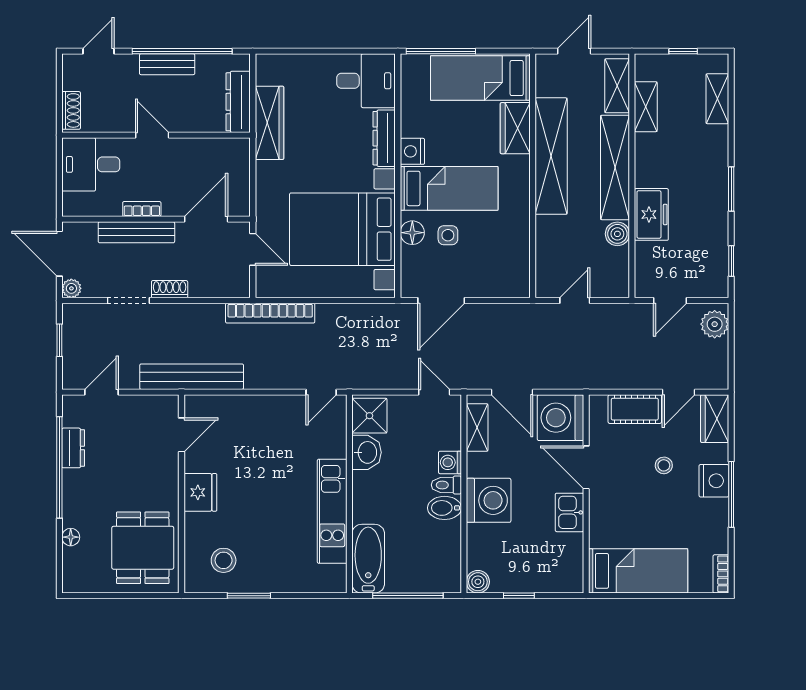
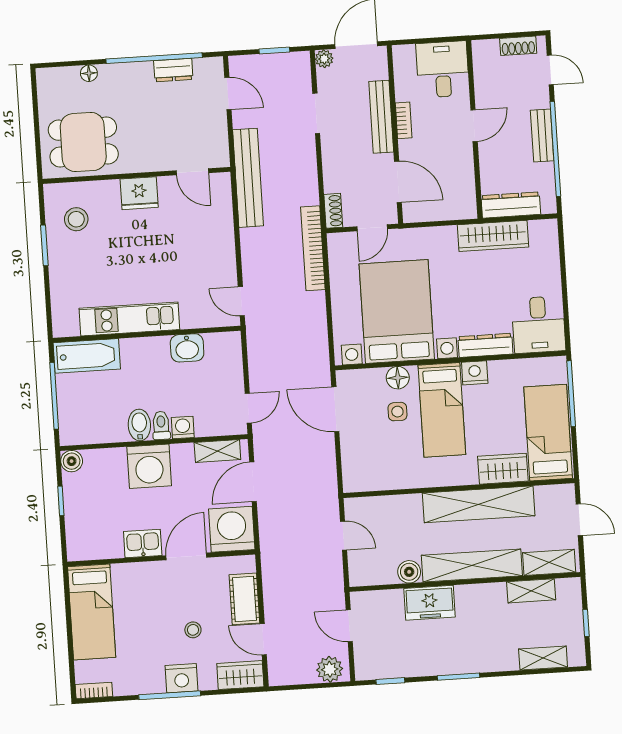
shoe rack: (71, 110) -> (518, 46), moved
shoe rack: (170, 289) -> (333, 211), moved
shower: (369, 416) -> (222, 348), removed

